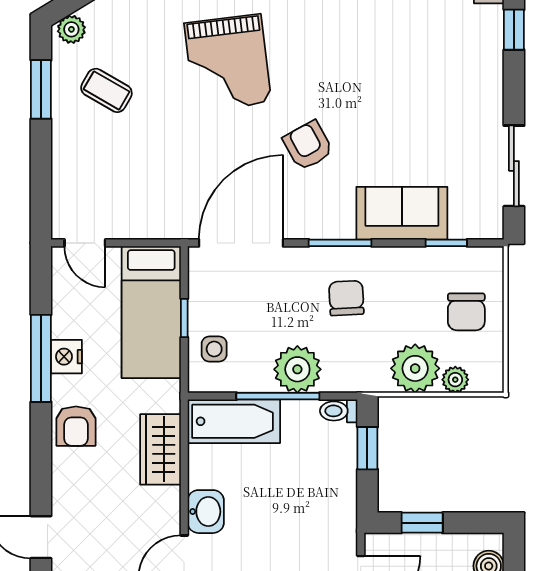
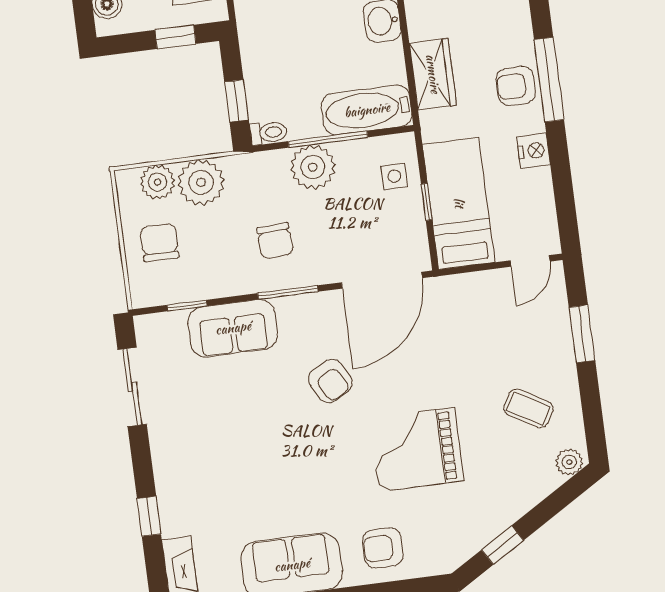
grand piano: (228, 63) -> (417, 450), turned -83
window: (41, 89) -> (582, 334), moved
door: (85, 243) -> (530, 261), swing flipped
window: (41, 358) -> (549, 80), moved
plant: (455, 380) -> (158, 182), width x1.38, depth x1.38
armchair: (76, 426) -> (516, 86), turned -90

